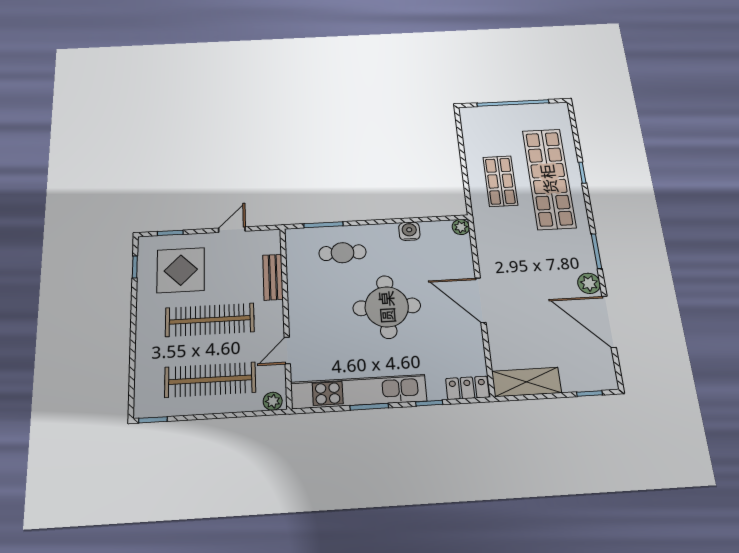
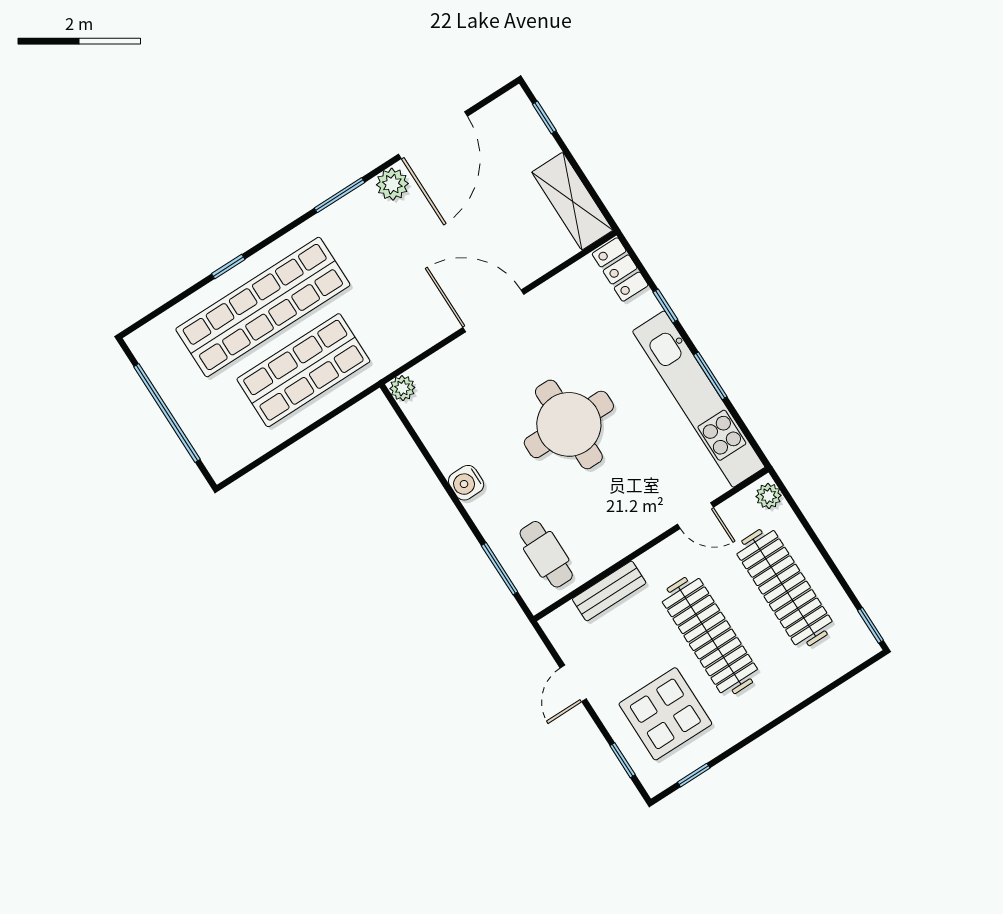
shop shelf: (500, 181) -> (303, 370), width x1.43, depth x1.36
door: (232, 230) -> (573, 683), hinge flipped
water cooler: (409, 231) -> (466, 483), moved
cafe table: (342, 253) -> (546, 554), moved
door: (481, 300) -> (493, 311), swing flipped

